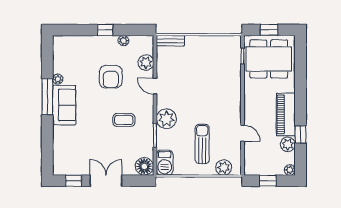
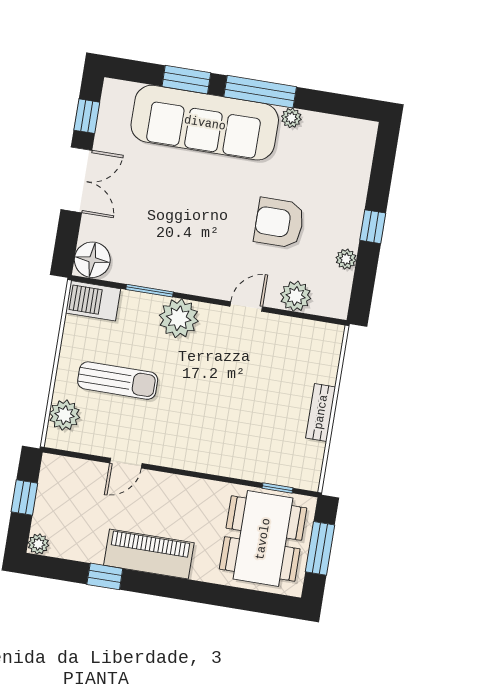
window: (269, 30) -> (320, 548), width x1.50
bench: (170, 41) -> (321, 412), moved
sofa: (64, 105) -> (205, 123), width x1.85, depth x1.27
coffee table: (124, 120) -> (190, 234), removed
window: (47, 134) -> (186, 80), added
plant: (288, 144) -> (90, 548), removed

